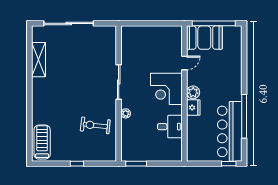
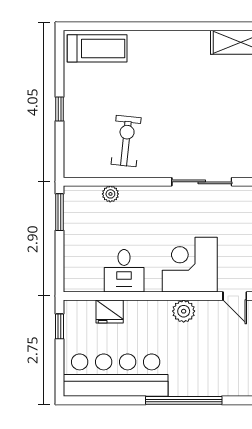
fridge: (193, 108) -> (110, 312), moved
plant: (126, 113) -> (110, 194), moved
window: (244, 116) -> (184, 400), moved
window: (229, 164) -> (59, 326), moved

